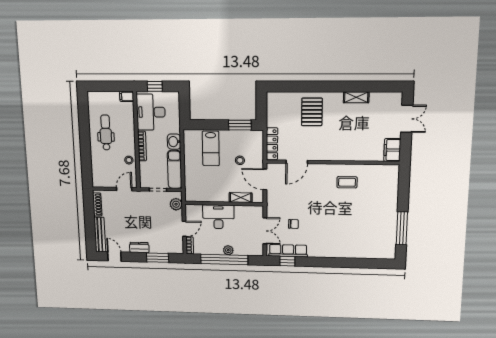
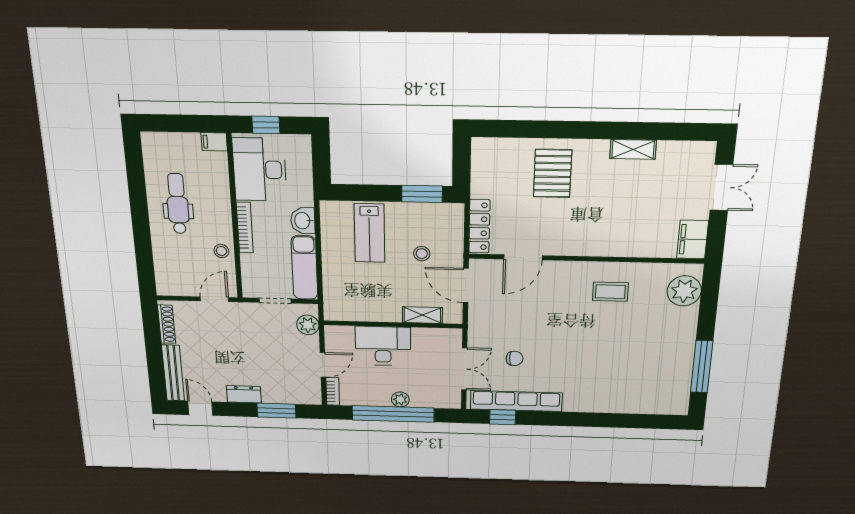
plant: (389, 181) -> (684, 291), added
row of seats: (288, 251) -> (516, 401), width x1.36

